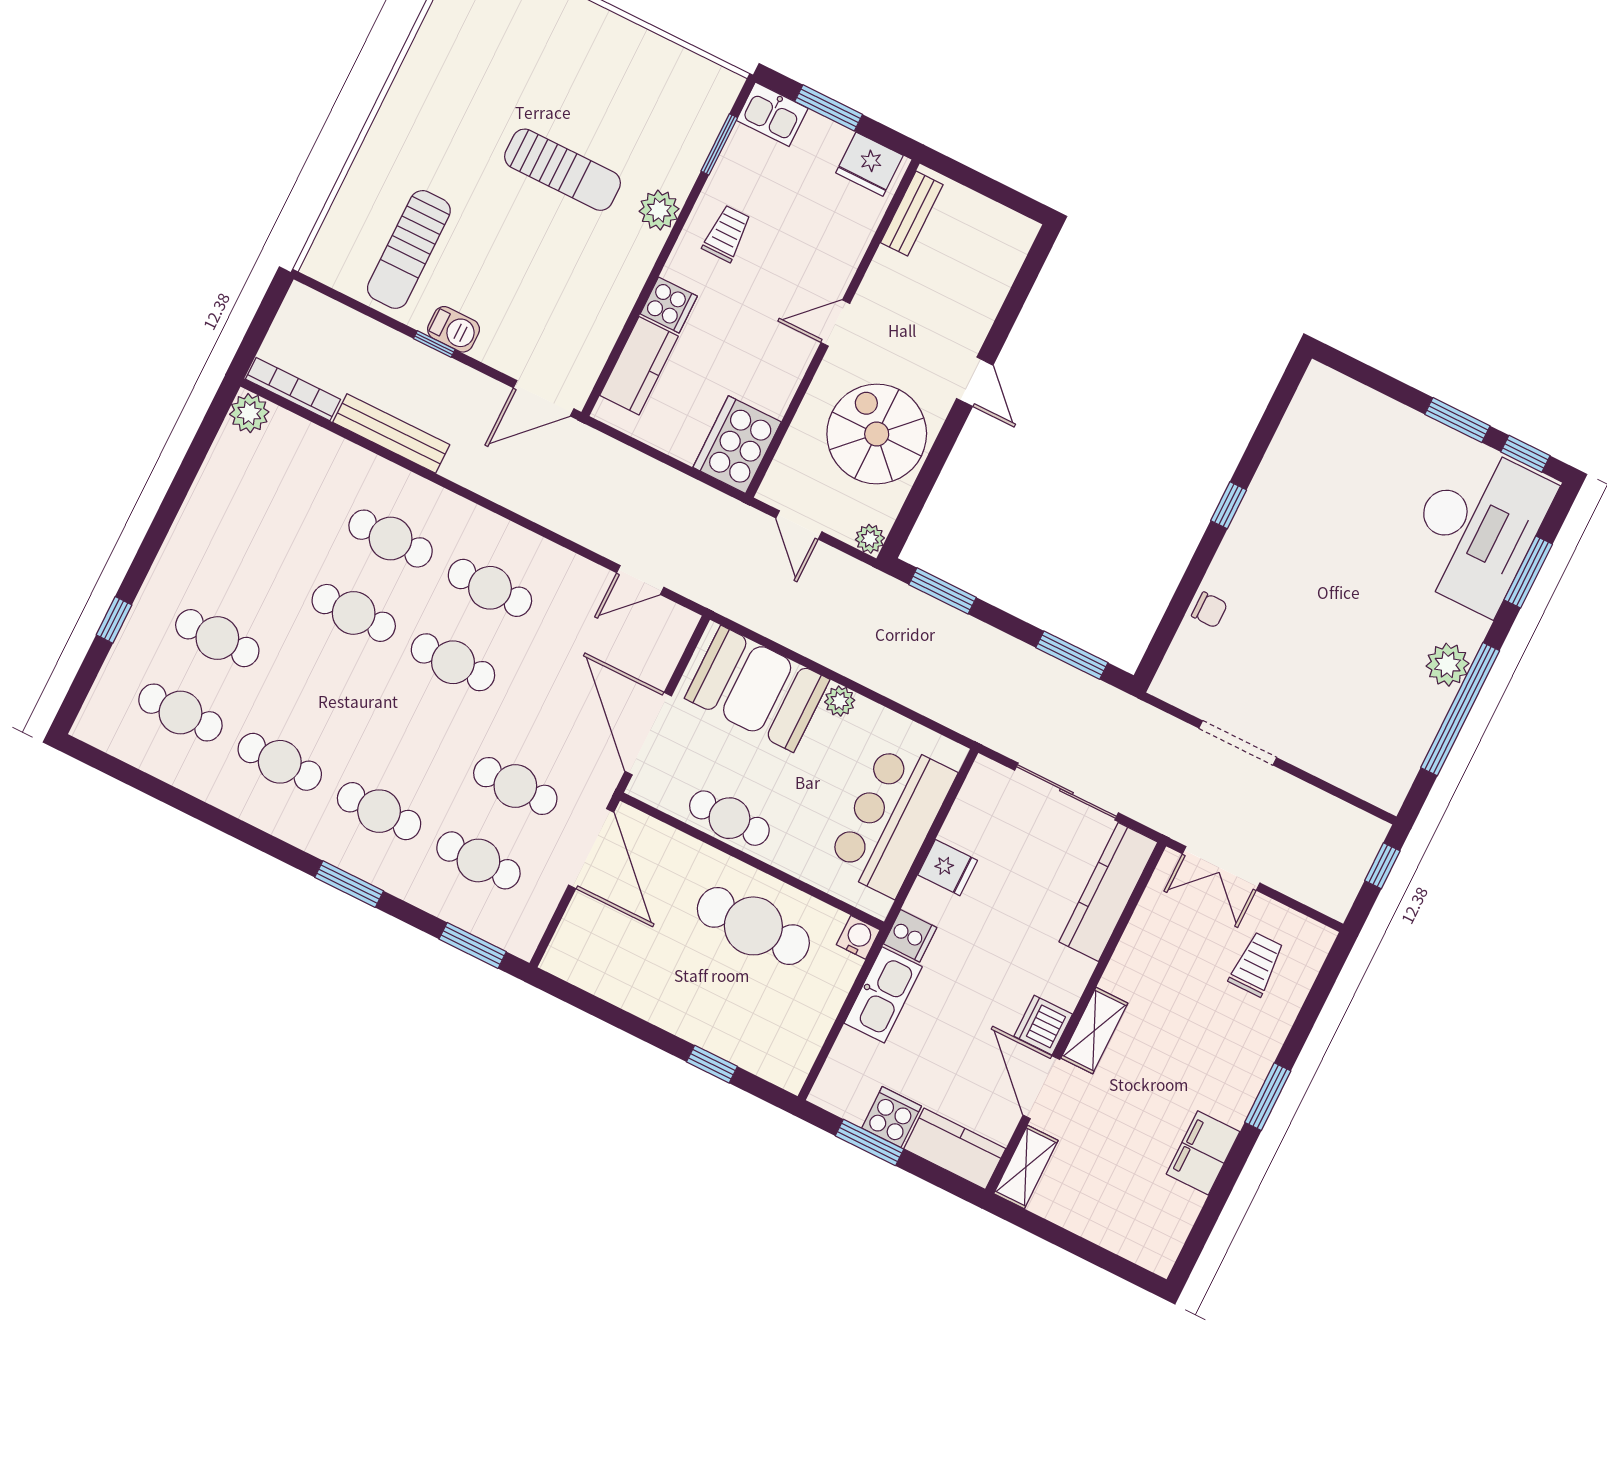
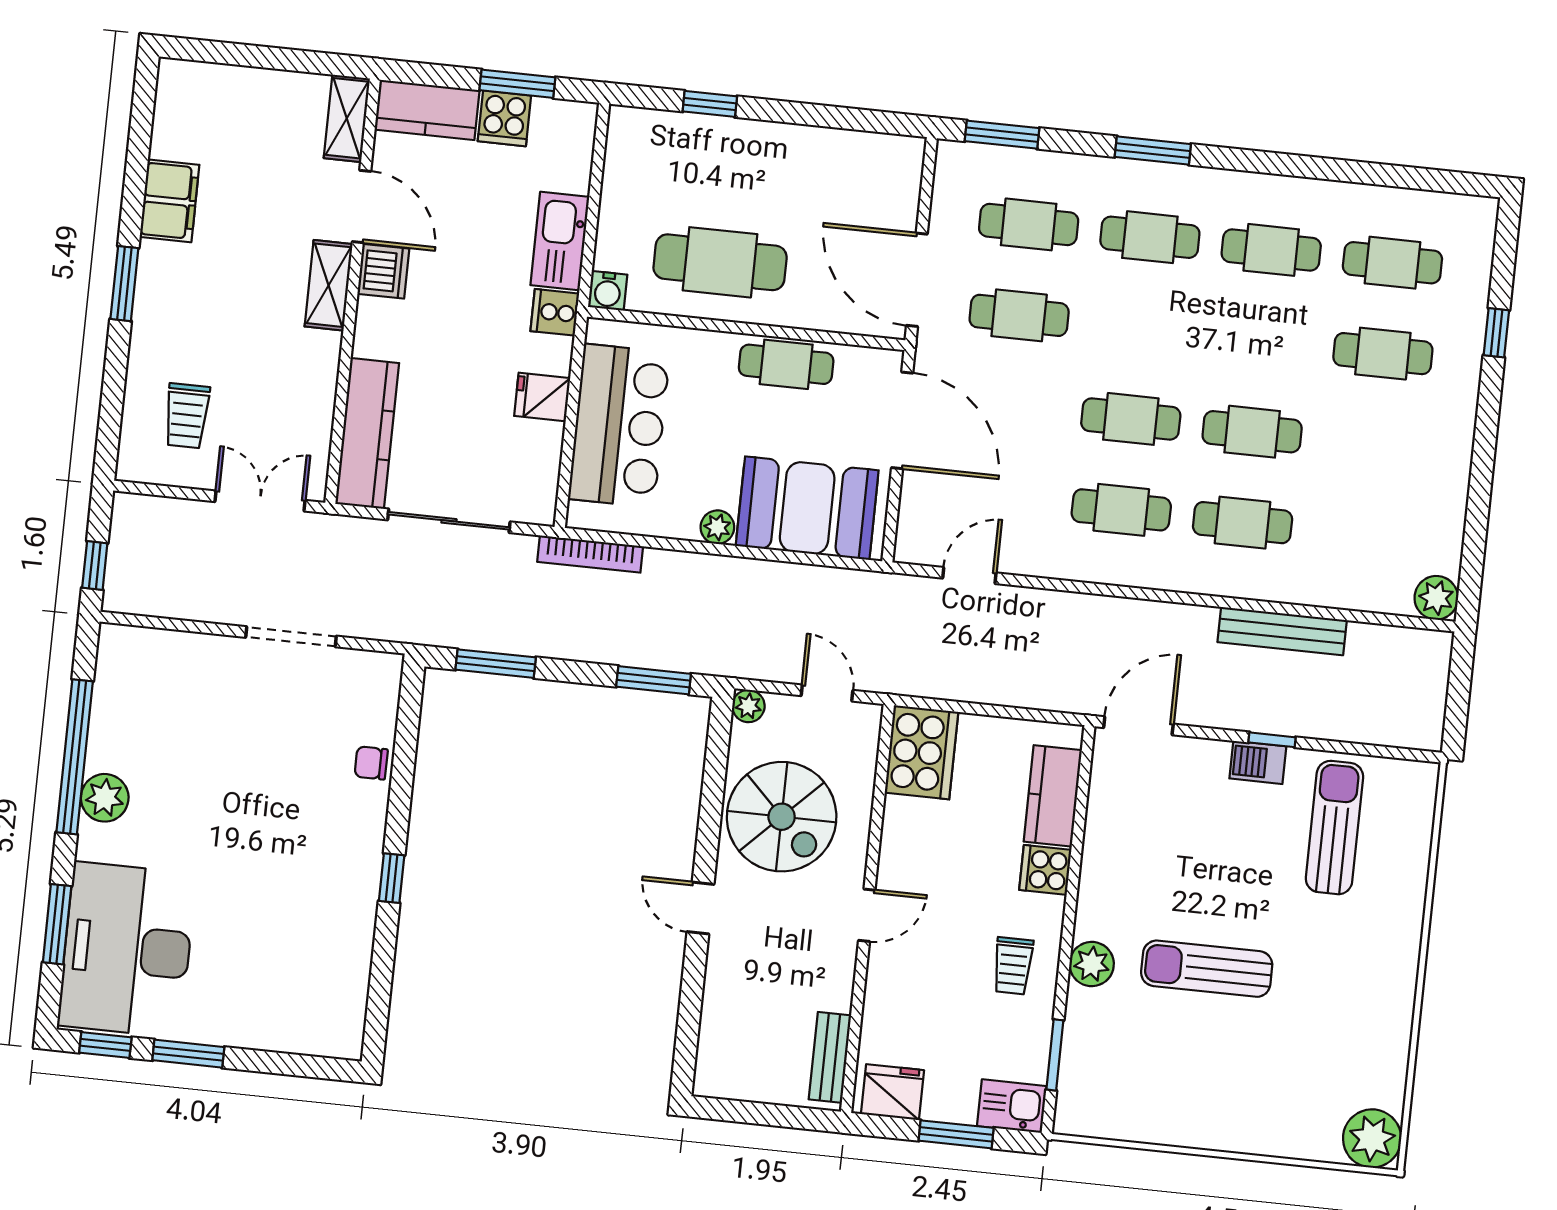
bookcase: (293, 389) -> (590, 554), moved

